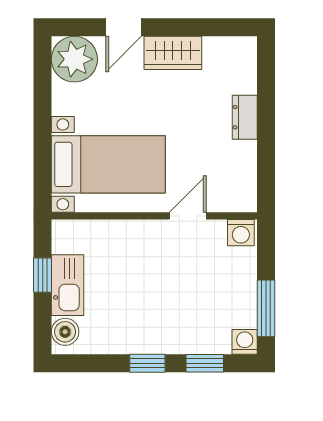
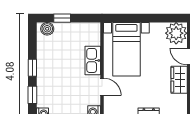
window: (43, 275) -> (62, 18), moved
kitchen sink: (67, 285) -> (93, 60), moved, turned 90

